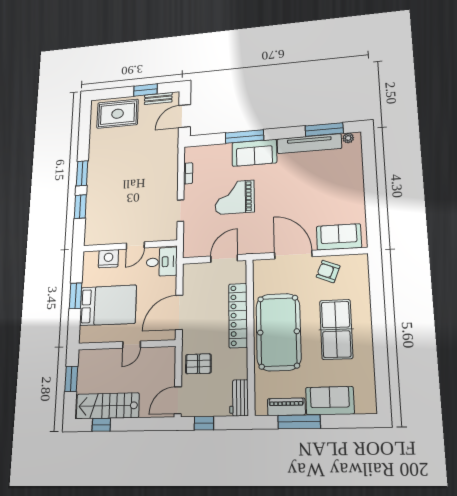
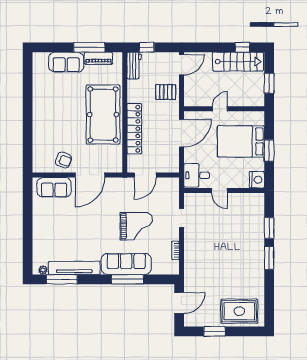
bench: (158, 99) -> (203, 322), removed
sofa: (254, 153) -> (126, 264), width x1.36
door: (135, 246) -> (219, 190), swing flipped
door: (293, 255) -> (90, 175), hinge flipped
nightstand: (108, 259) -> (257, 180), moved, turned -90
table tennis table: (336, 329) -> (59, 115), removed
window: (204, 423) -> (147, 47), moved

